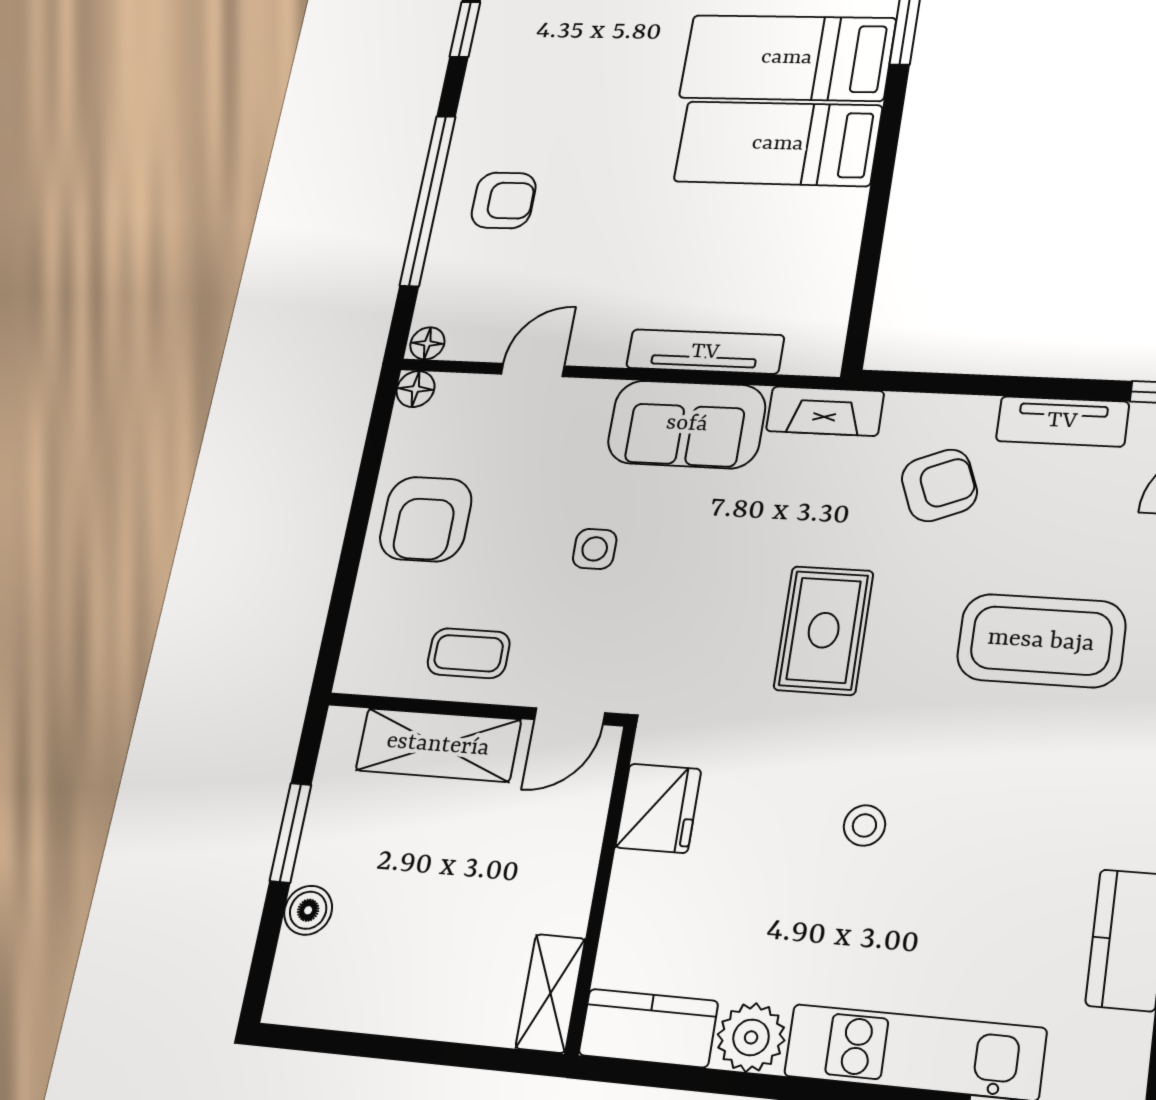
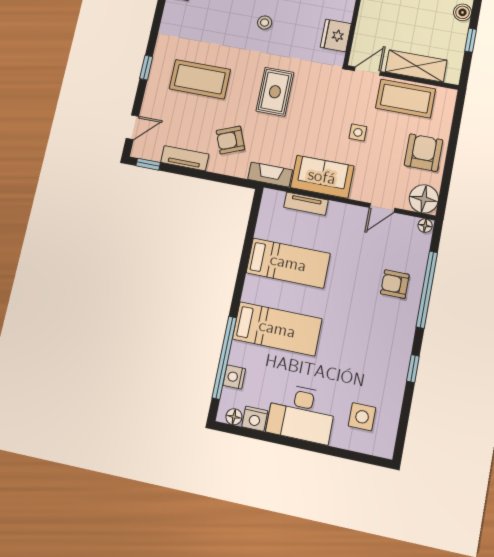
bed: (778, 144) -> (288, 263), moved
tv unit: (705, 352) -> (306, 204), width x0.71
floor lamp: (416, 389) -> (424, 199), width x1.89, depth x1.89
coffee table: (469, 653) -> (405, 99), width x1.86, depth x1.72
window: (291, 833) -> (471, 40), width x0.67

